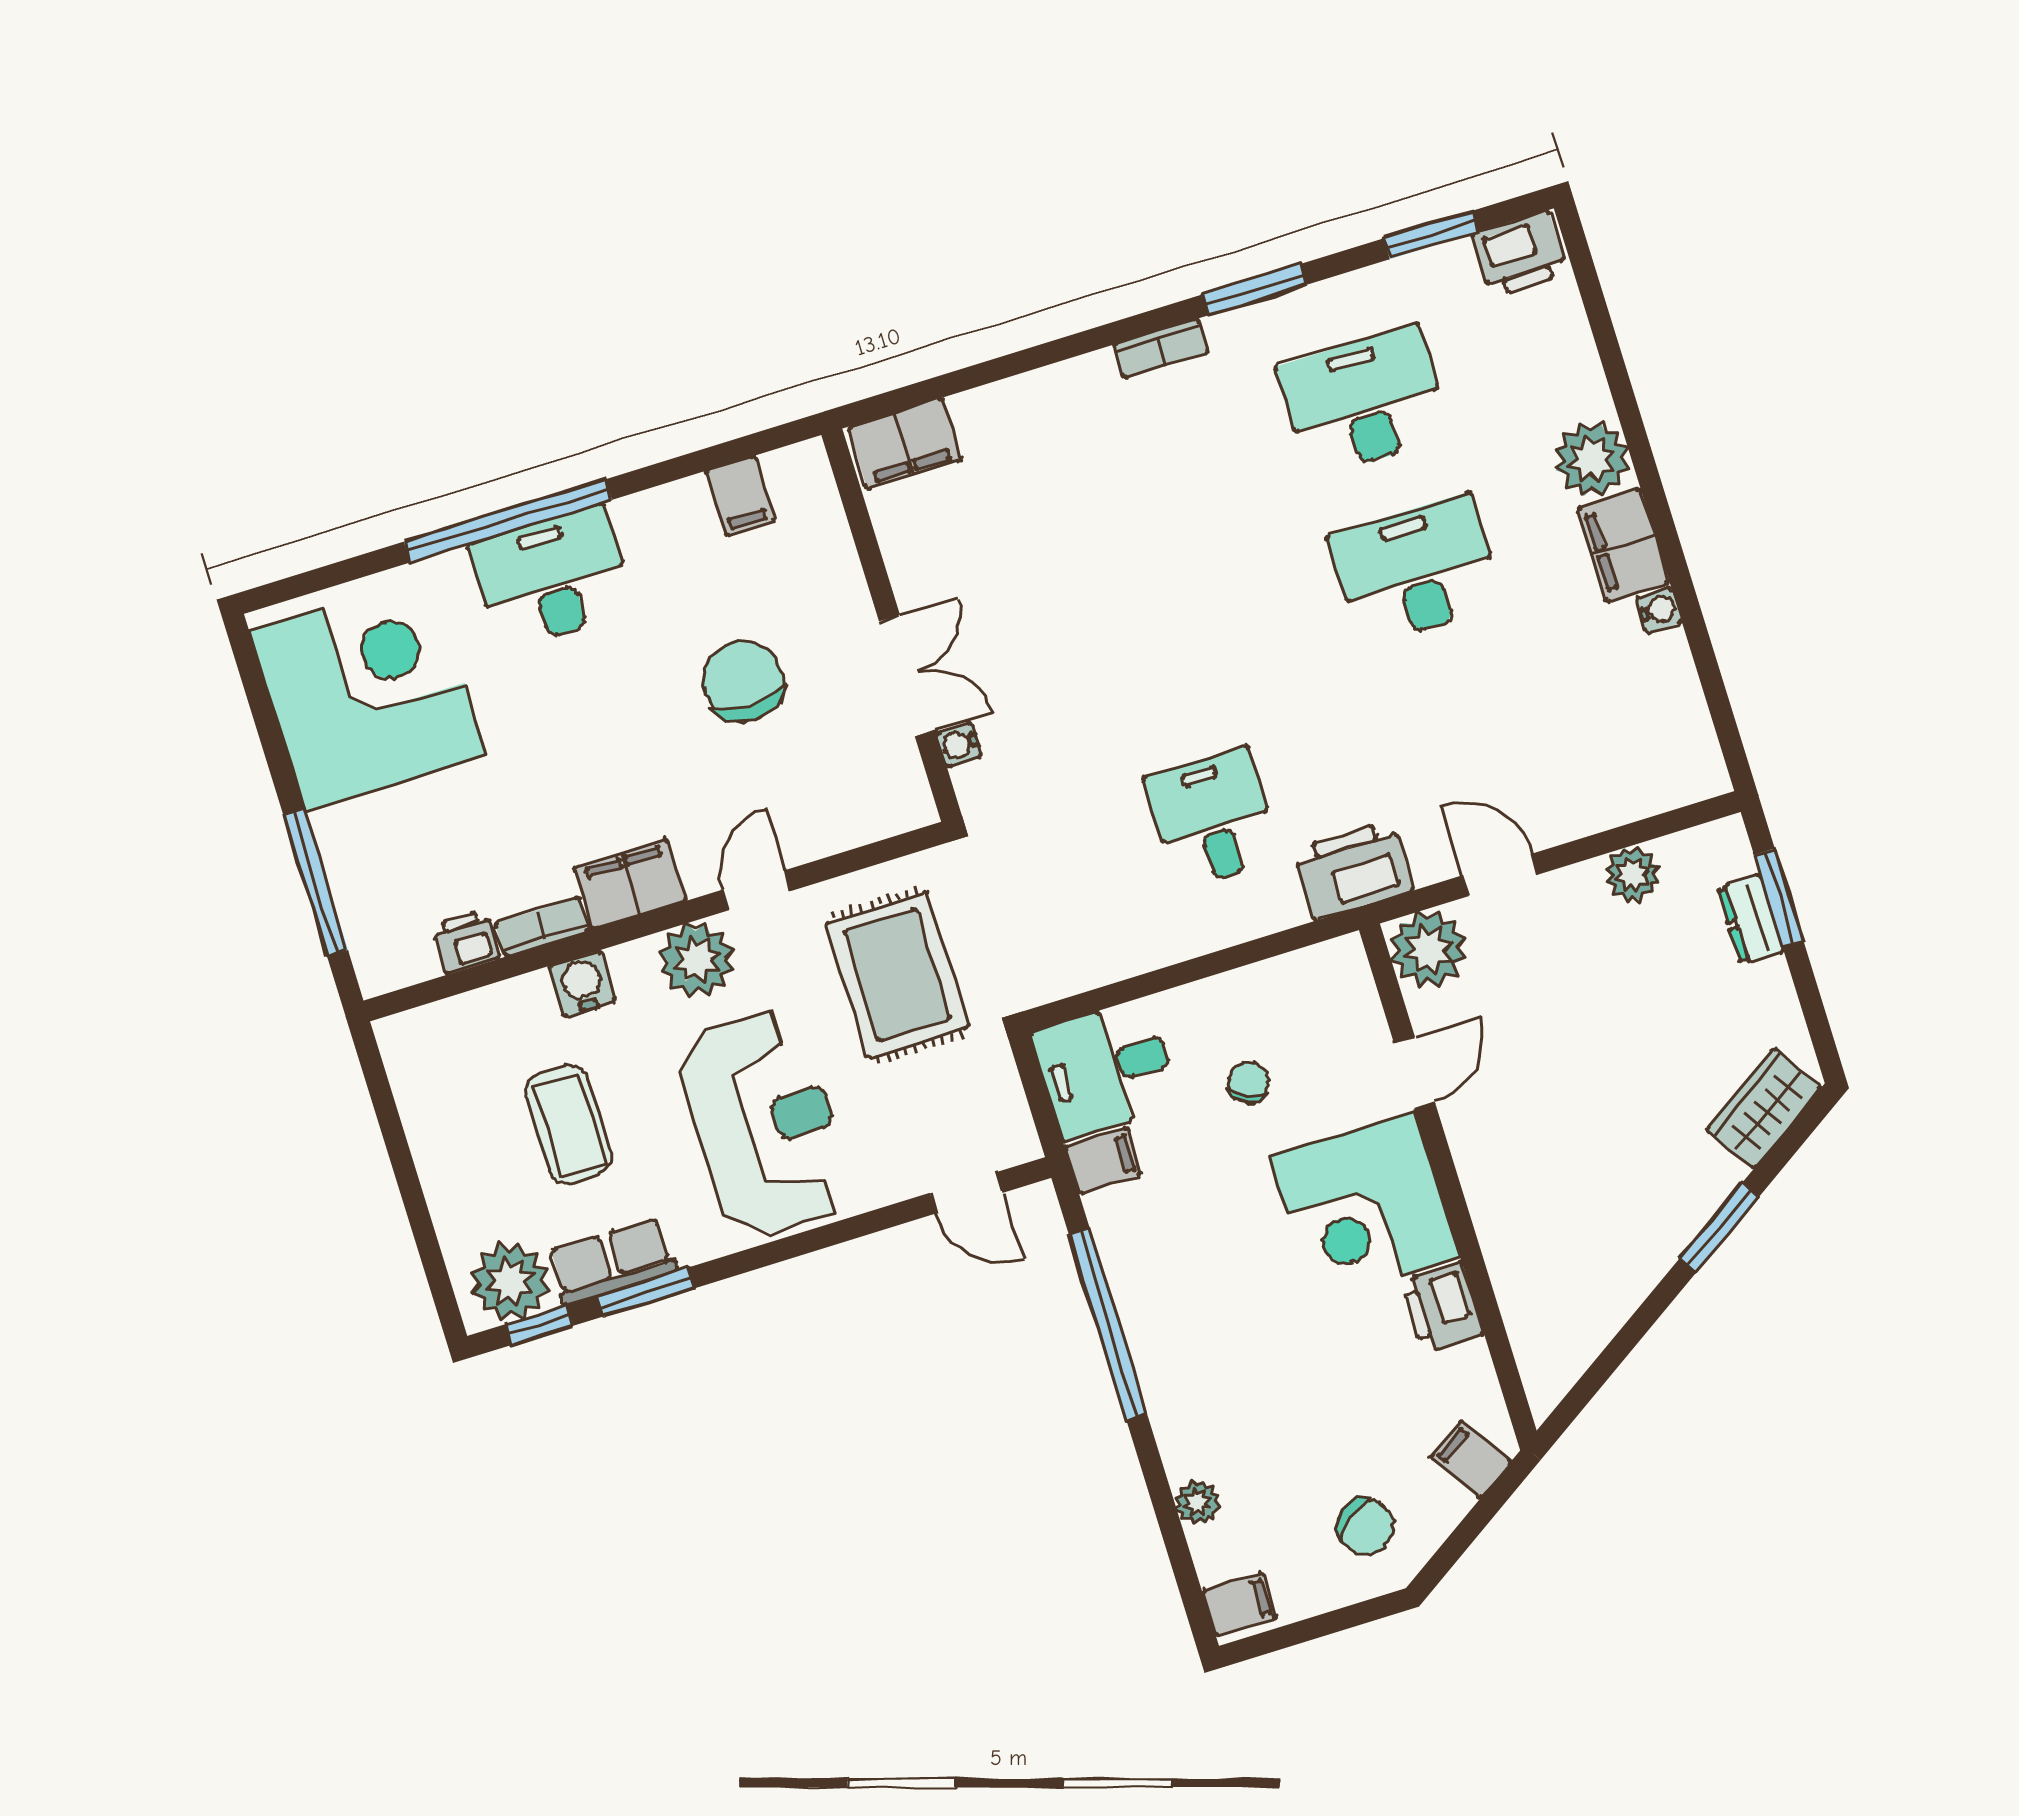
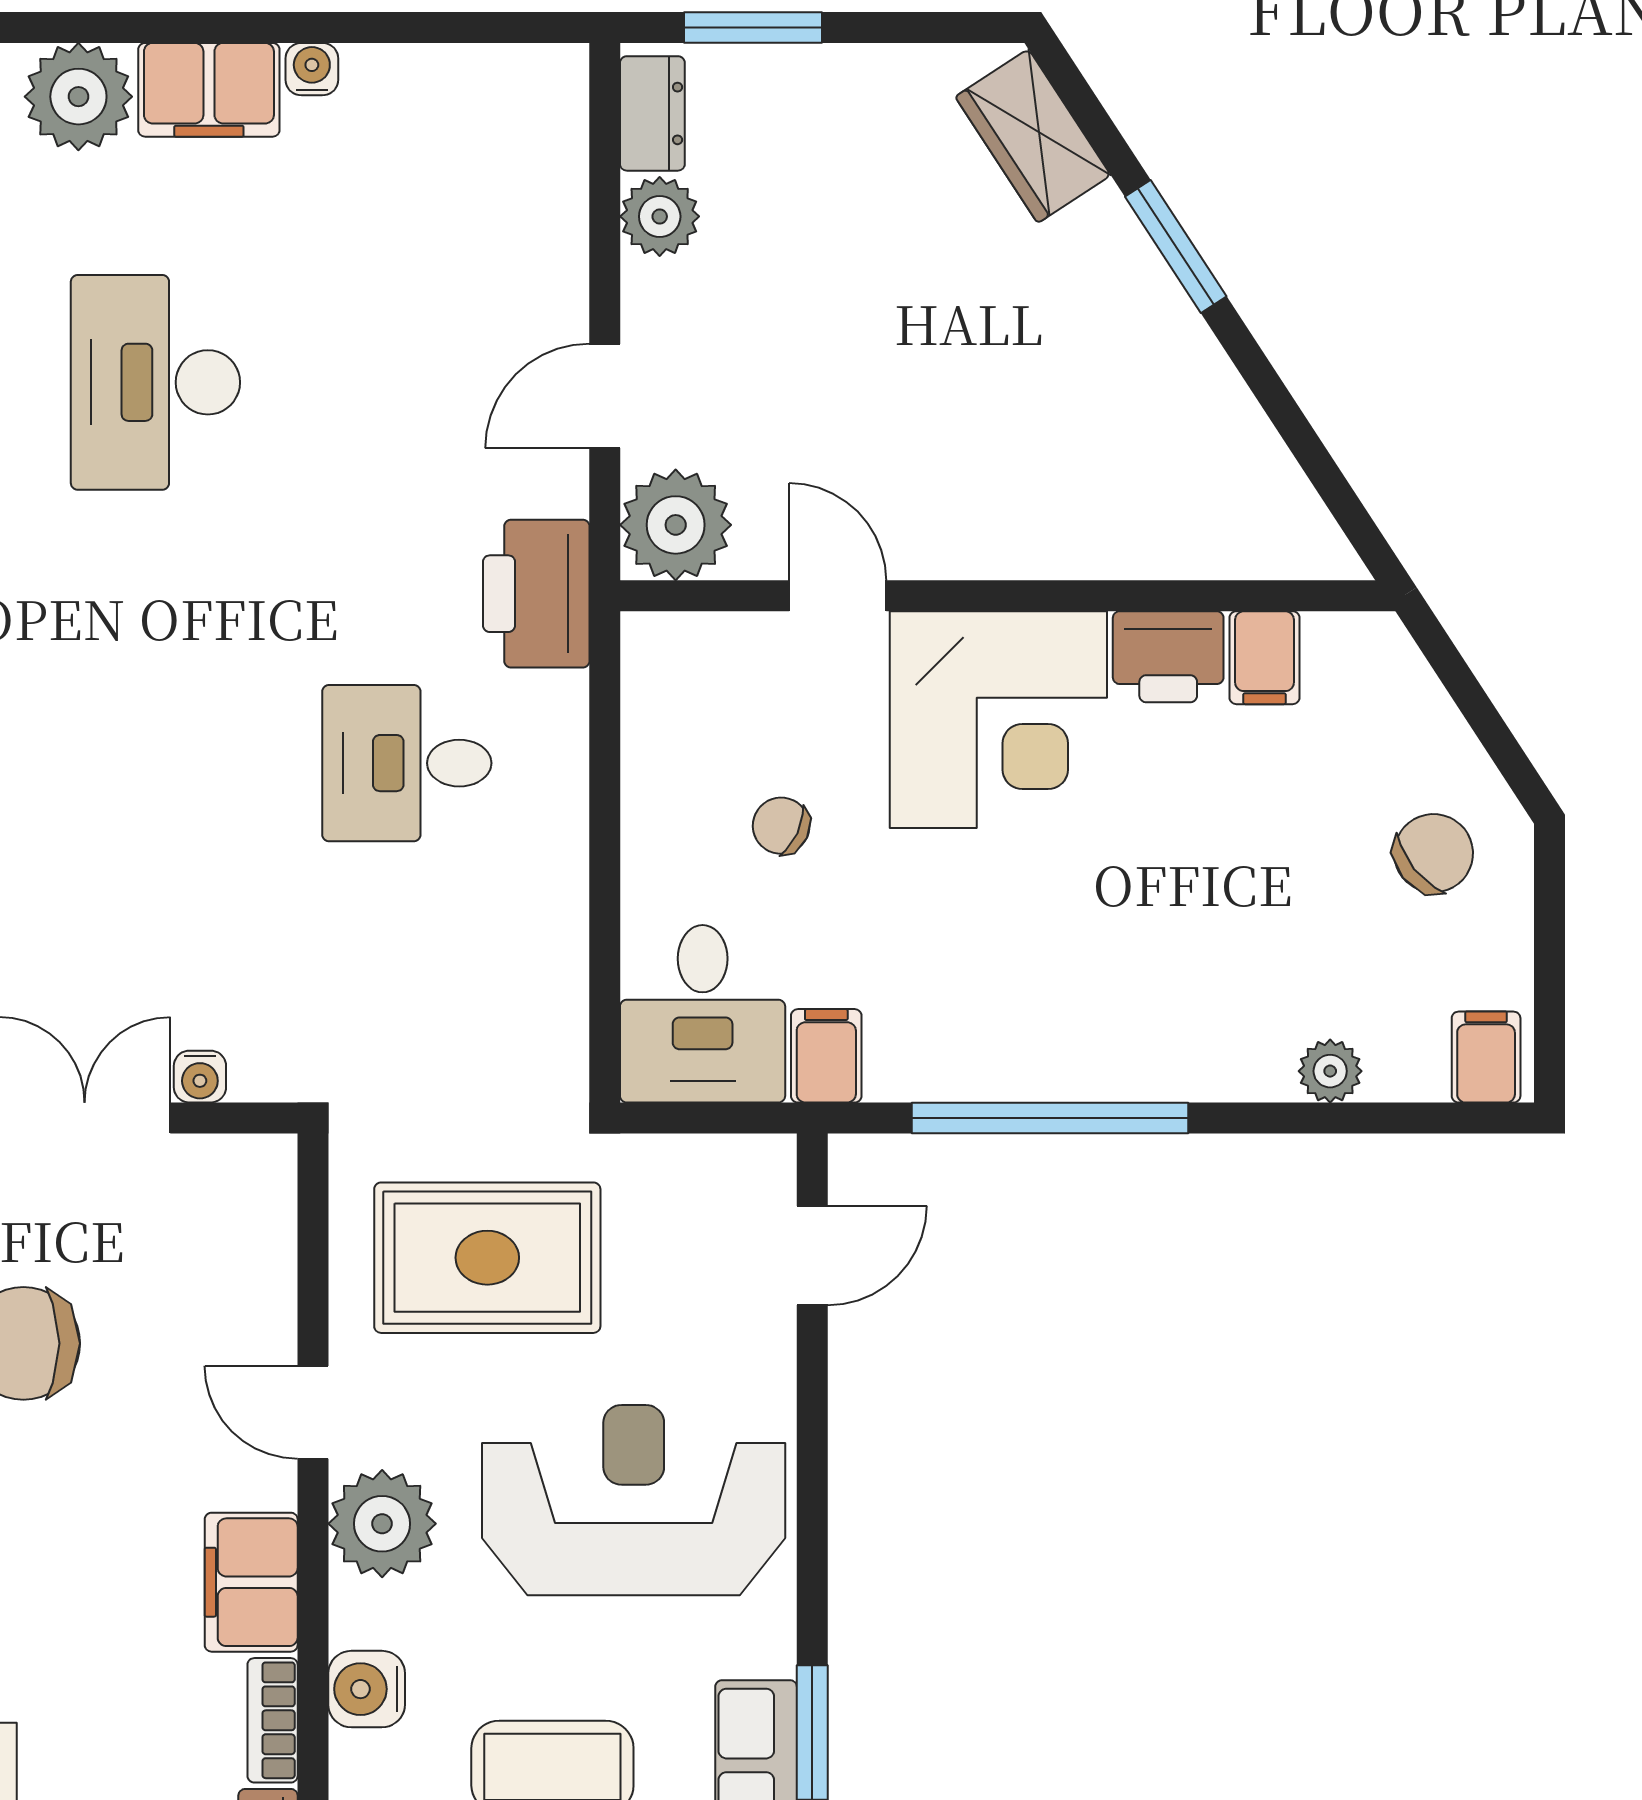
dresser: (1750, 919) -> (652, 113), moved, turned -90
filing cabinet: (1470, 1459) -> (1265, 658), moved, turned -57

